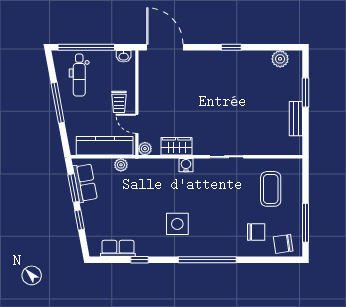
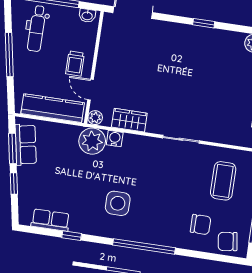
plant: (121, 165) -> (92, 141), moved, width x1.88, depth x1.88
water cooler: (186, 165) -> (115, 139), moved

